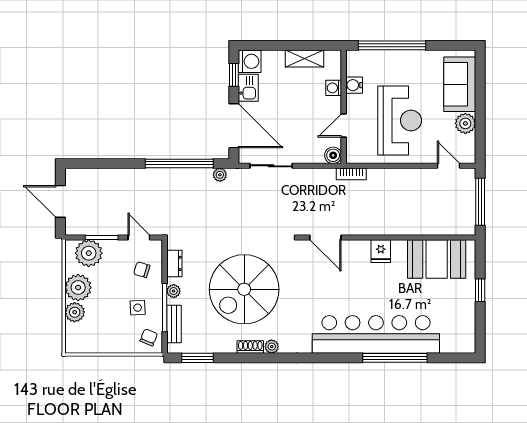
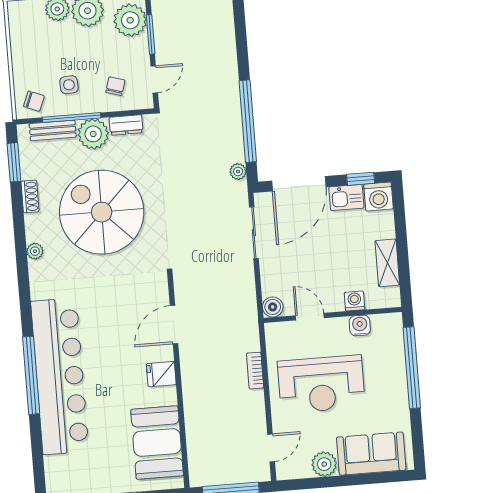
bookcase: (351, 174) -> (255, 371), moved
door: (325, 237) -> (174, 325), moved
plant: (174, 291) -> (93, 134), width x1.88, depth x1.88
shoe rack: (250, 347) -> (30, 196), moved
window: (395, 358) -> (31, 375), moved

